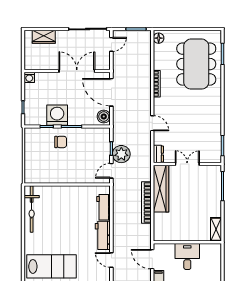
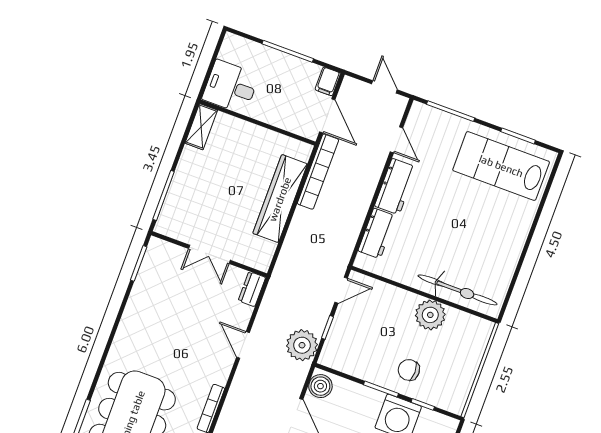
plant: (121, 154) -> (302, 345), moved
plant: (60, 175) -> (430, 315), added
wardrobe: (161, 189) -> (280, 199), moved
bookcase: (146, 202) -> (318, 172), moved
bicycle: (32, 209) -> (458, 290), moved, turned 90
desk: (187, 257) -> (231, 87), moved, turned 90

